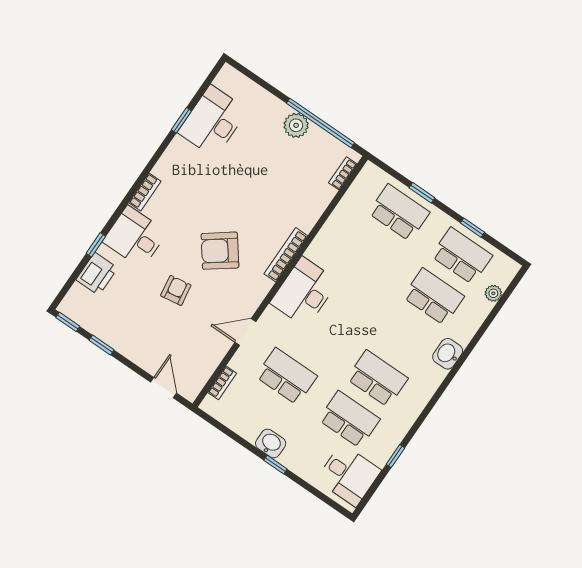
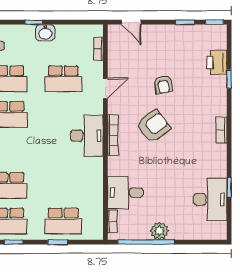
desk: (135, 237) -> (125, 192), moved, turned 180
bookcase: (286, 255) -> (113, 135), moved

